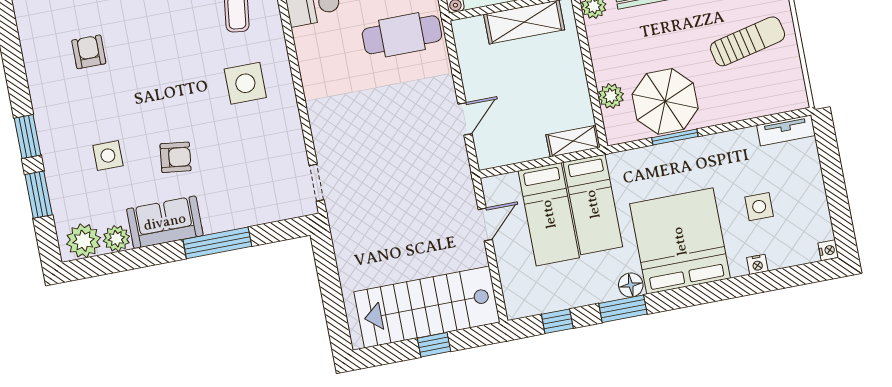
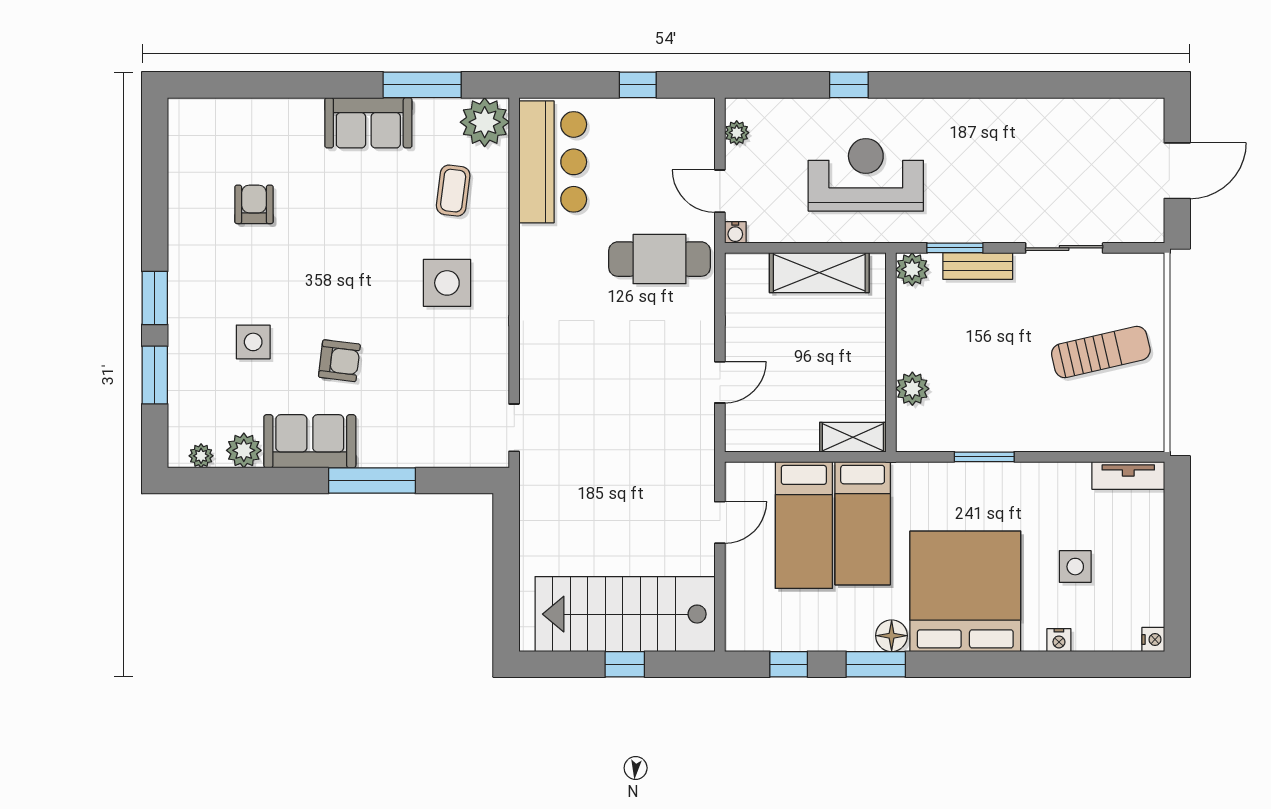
parasol: (665, 101) -> (981, 409), removed
plant: (83, 241) -> (201, 456), width x0.53, depth x0.53

